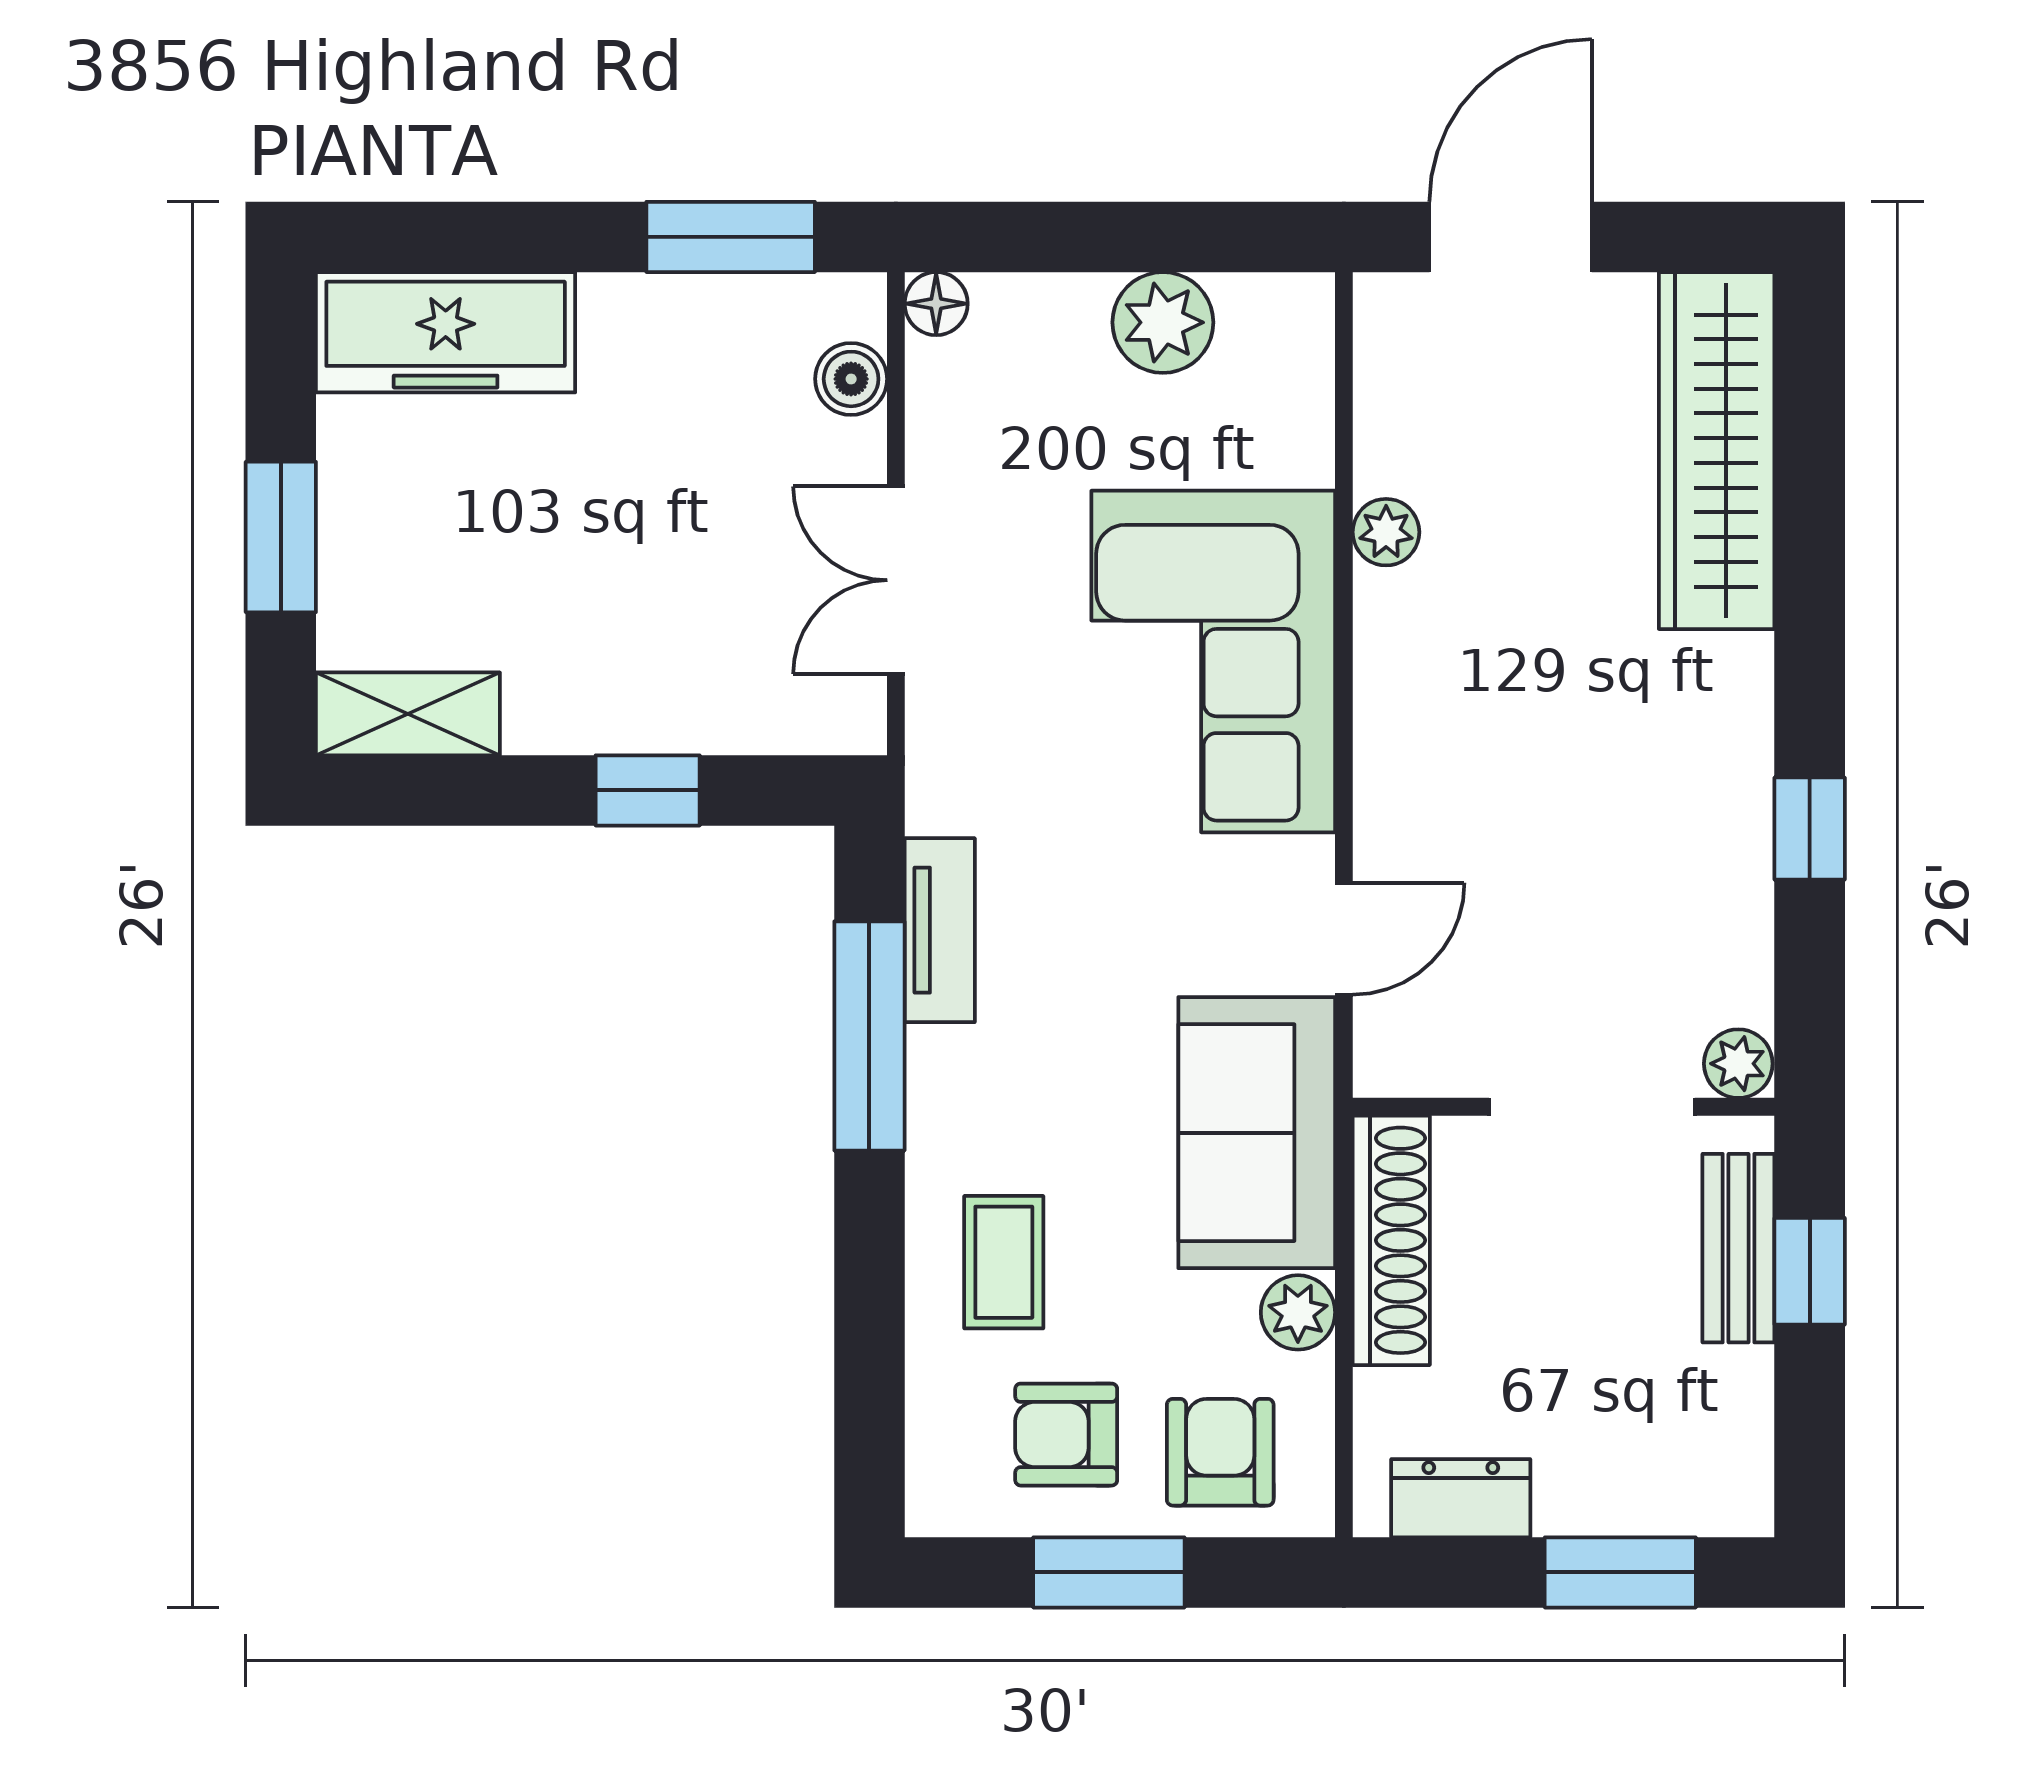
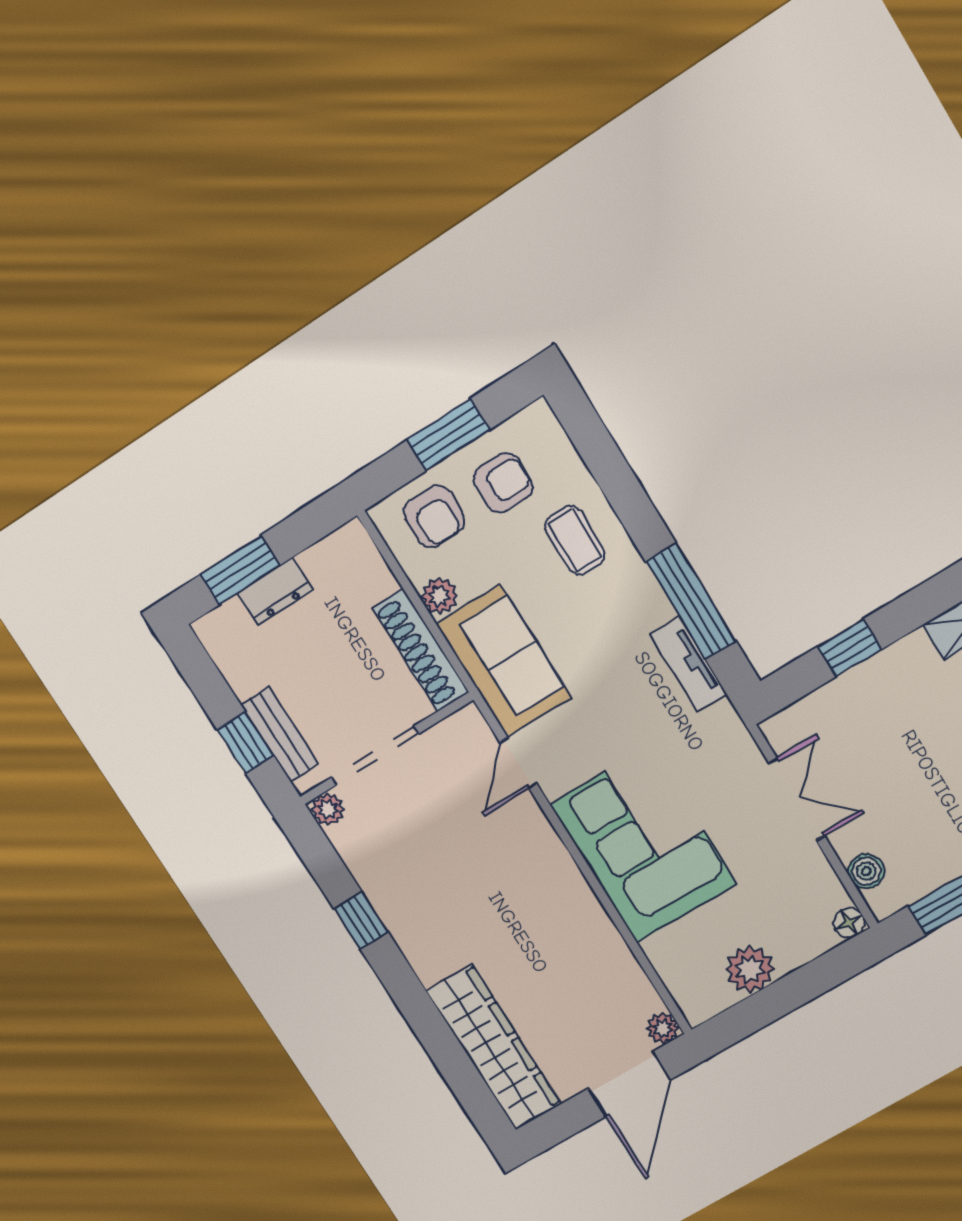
plant: (1386, 532) -> (663, 1028), moved
dresser: (1461, 1498) -> (275, 591), moved

